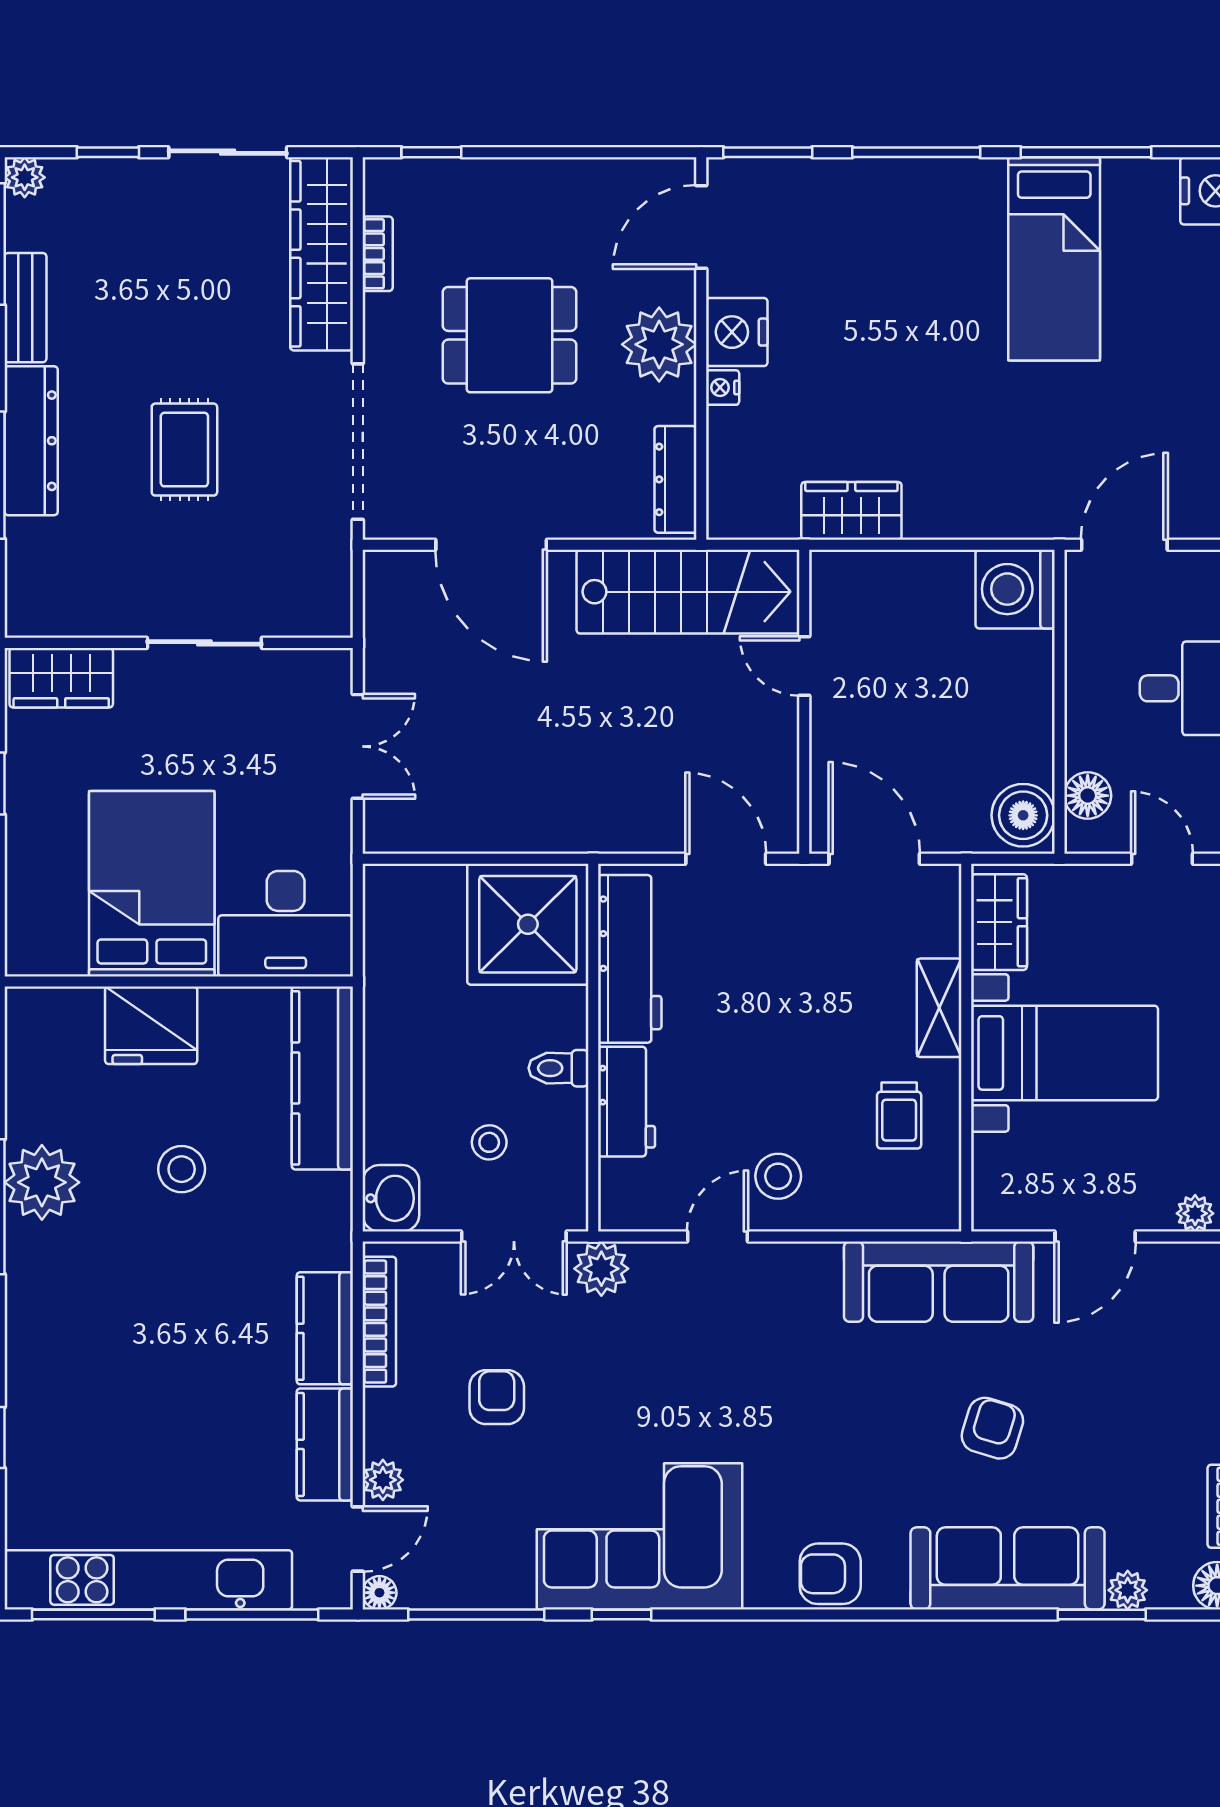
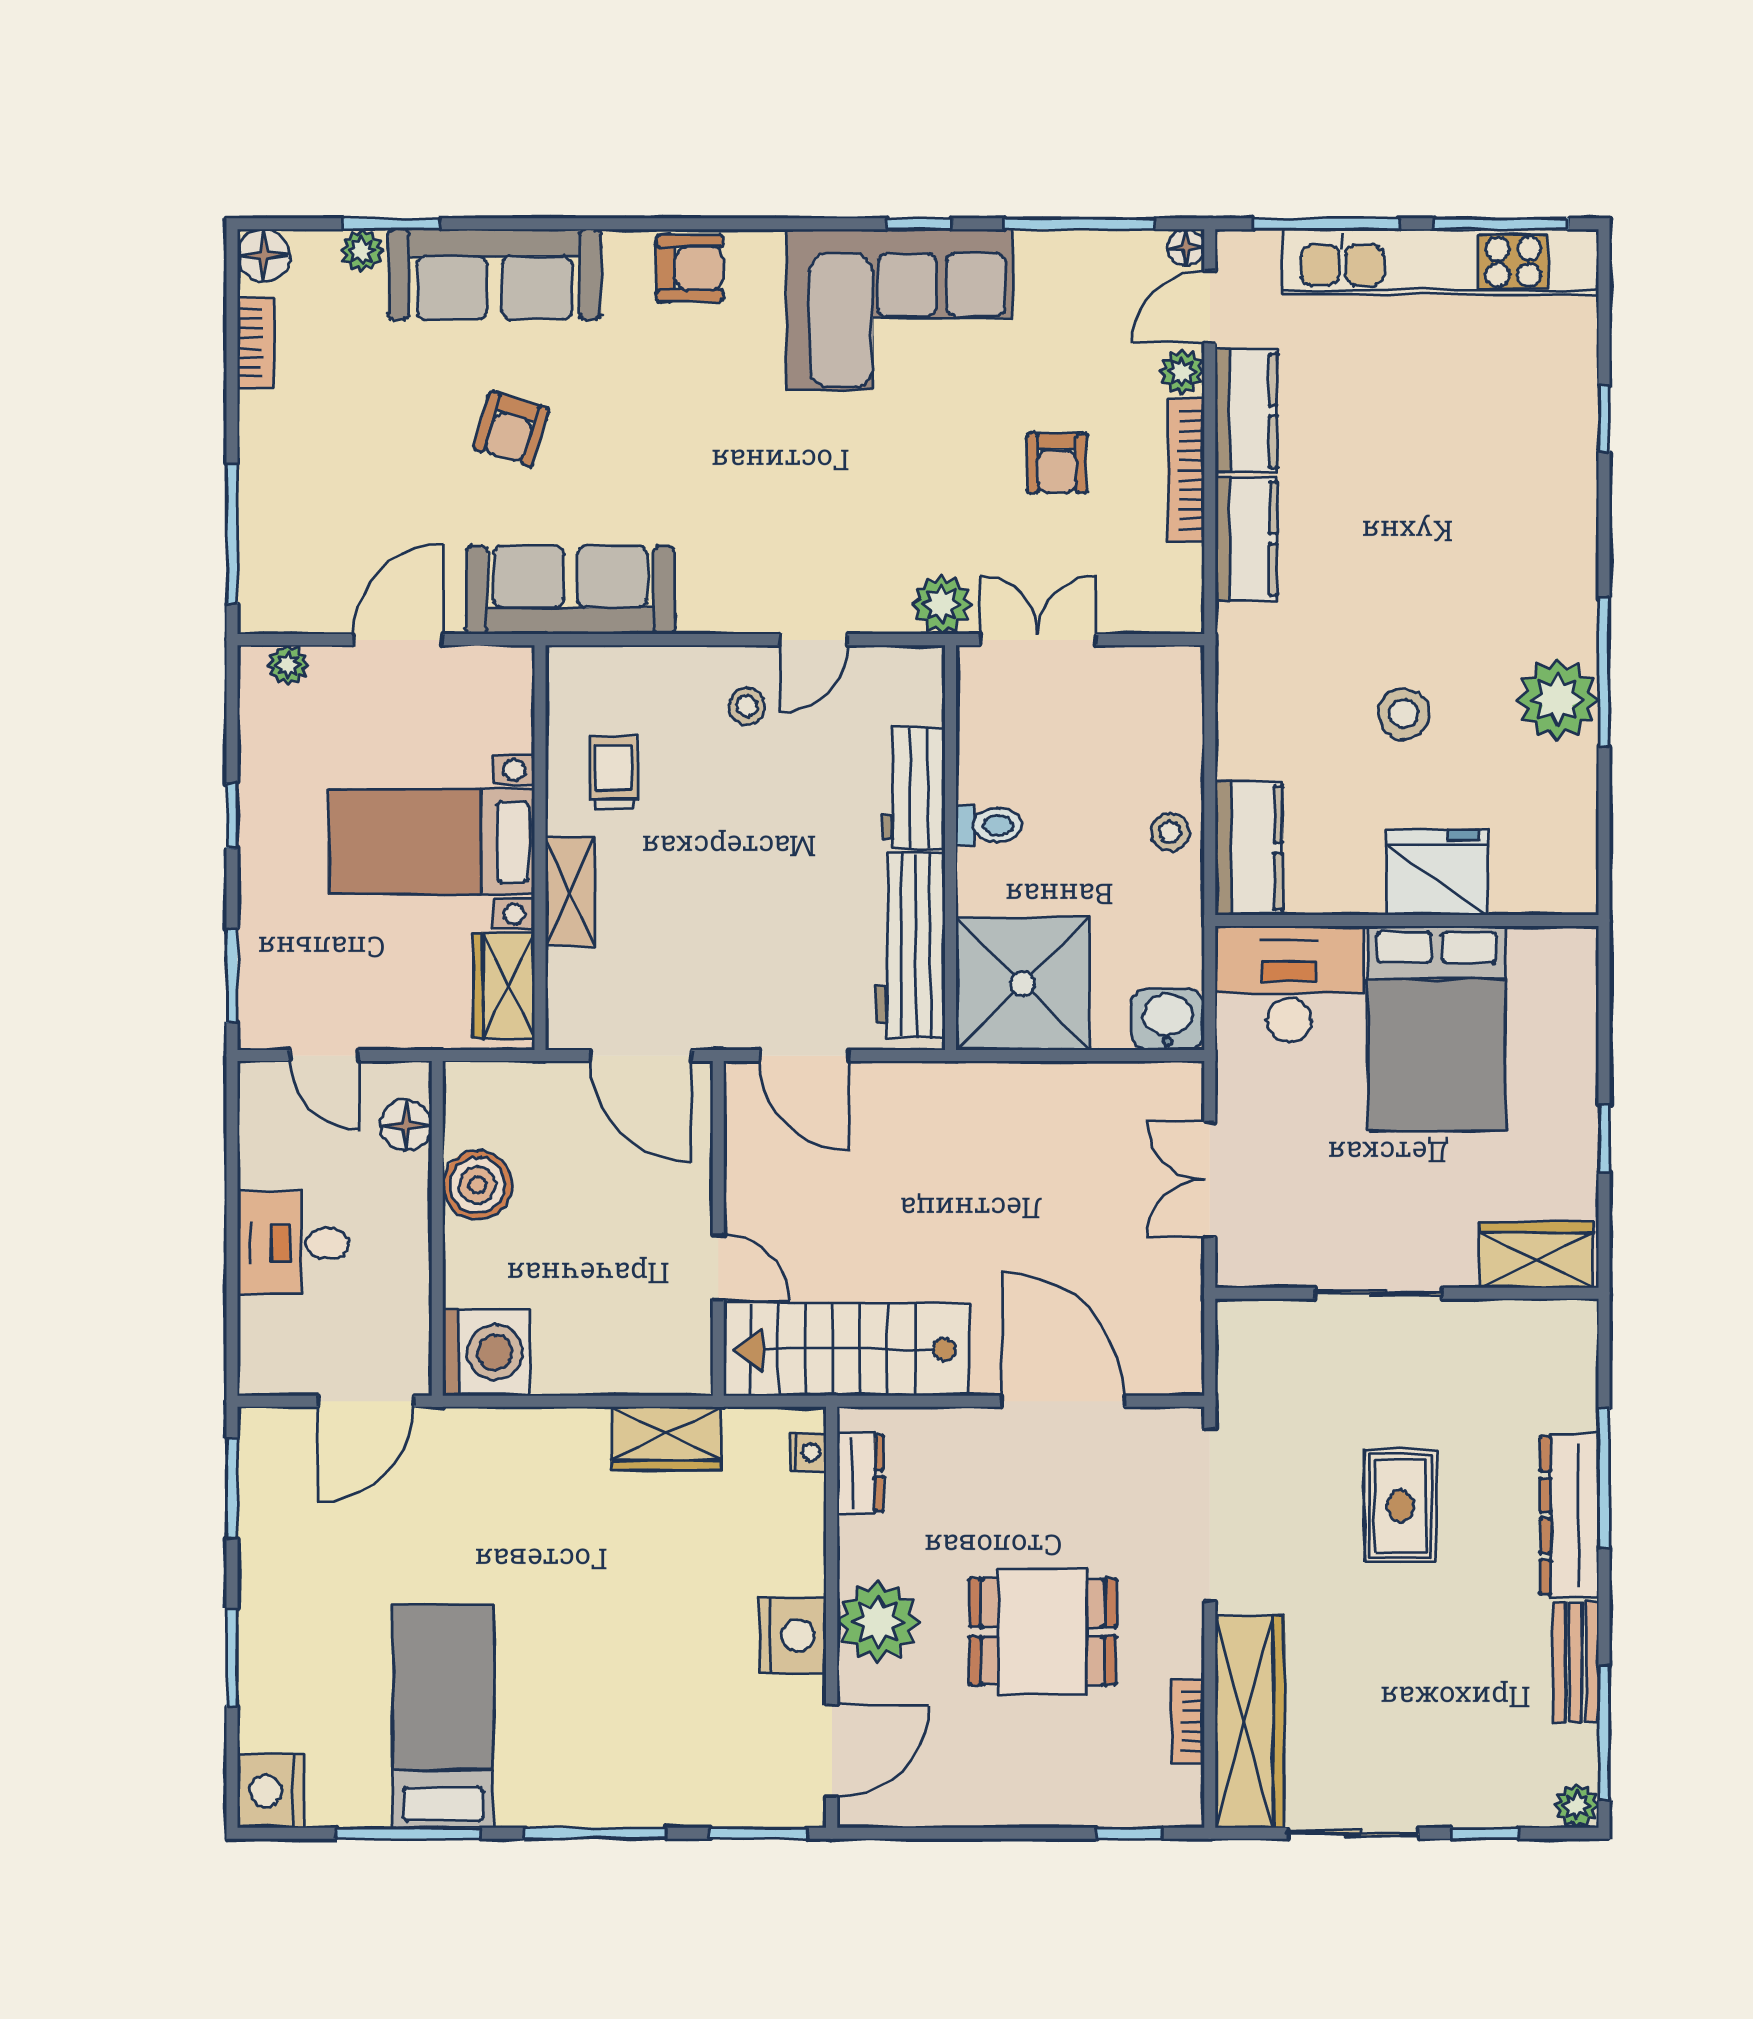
nightstand: (723, 388) -> (808, 1452), moved
dresser: (675, 479) -> (860, 1473), width x0.70
boiler: (1023, 815) -> (477, 1185), moved
kitchen counter: (322, 1078) -> (1249, 848), width x0.67
stool: (489, 1142) -> (1170, 832), moved
stool: (778, 1176) -> (747, 706), width x0.73, depth x0.73
washbasin: (391, 1198) -> (1168, 1019), moved, turned 90
bookcase: (379, 1322) -> (1186, 470), moved

